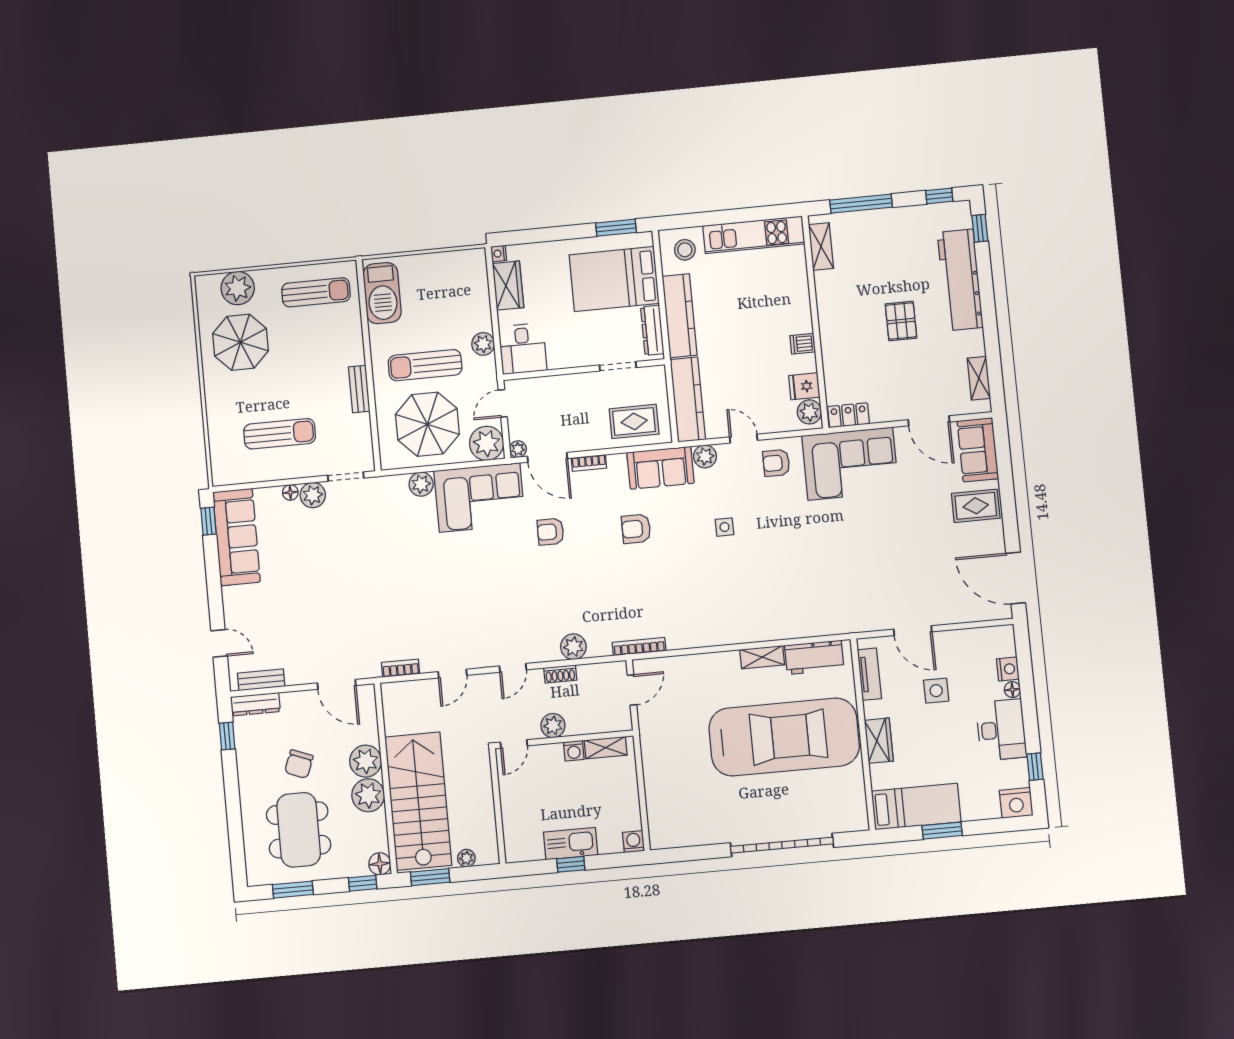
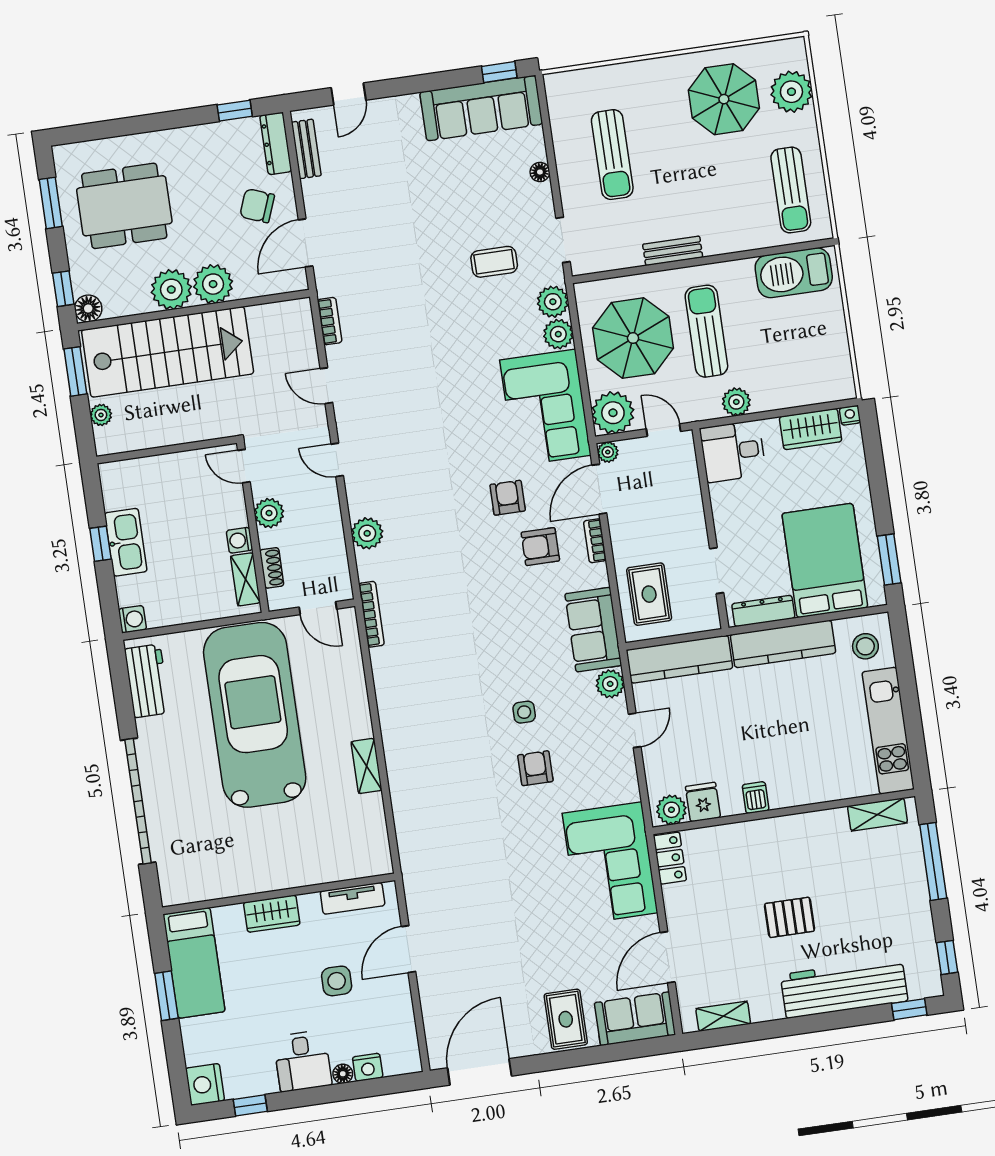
armchair: (776, 463) -> (535, 768), moved
plant: (313, 495) -> (553, 302), moved
armchair: (636, 529) -> (540, 547), moved, turned -90
coffee table: (360, 533) -> (494, 262), added
workbench: (814, 657) -> (147, 681), moved, turned 180
shoe rack: (560, 674) -> (272, 568), moved, turned 180
desk: (1001, 730) -> (303, 1061), width x0.73
car: (784, 737) -> (255, 715), moved, turned 180
chair: (299, 764) -> (257, 206), moved

